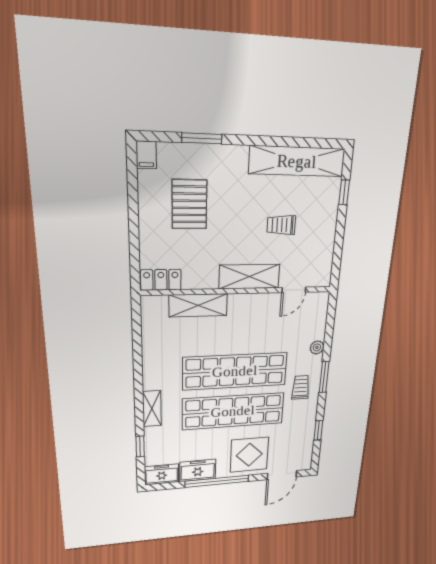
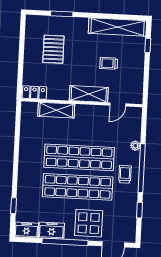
filing cabinet: (146, 155) -> (31, 22), removed
window: (324, 377) -> (142, 168), width x2.11
shelving: (152, 409) -> (23, 178), removed

